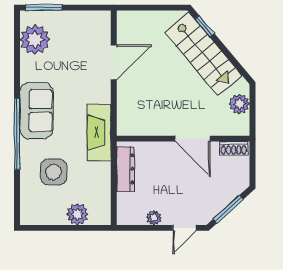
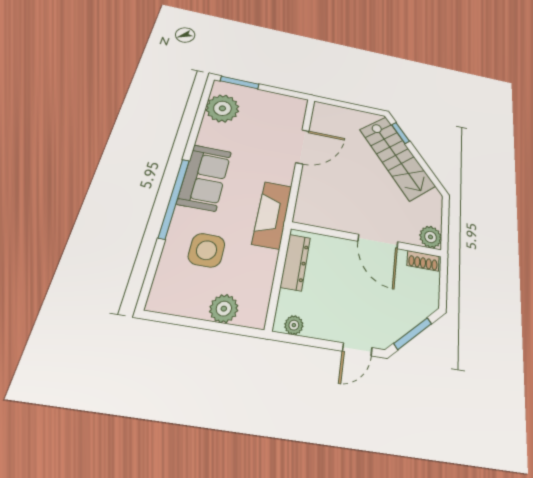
plant: (239, 104) -> (431, 237), moved
plant: (154, 218) -> (294, 325), moved

